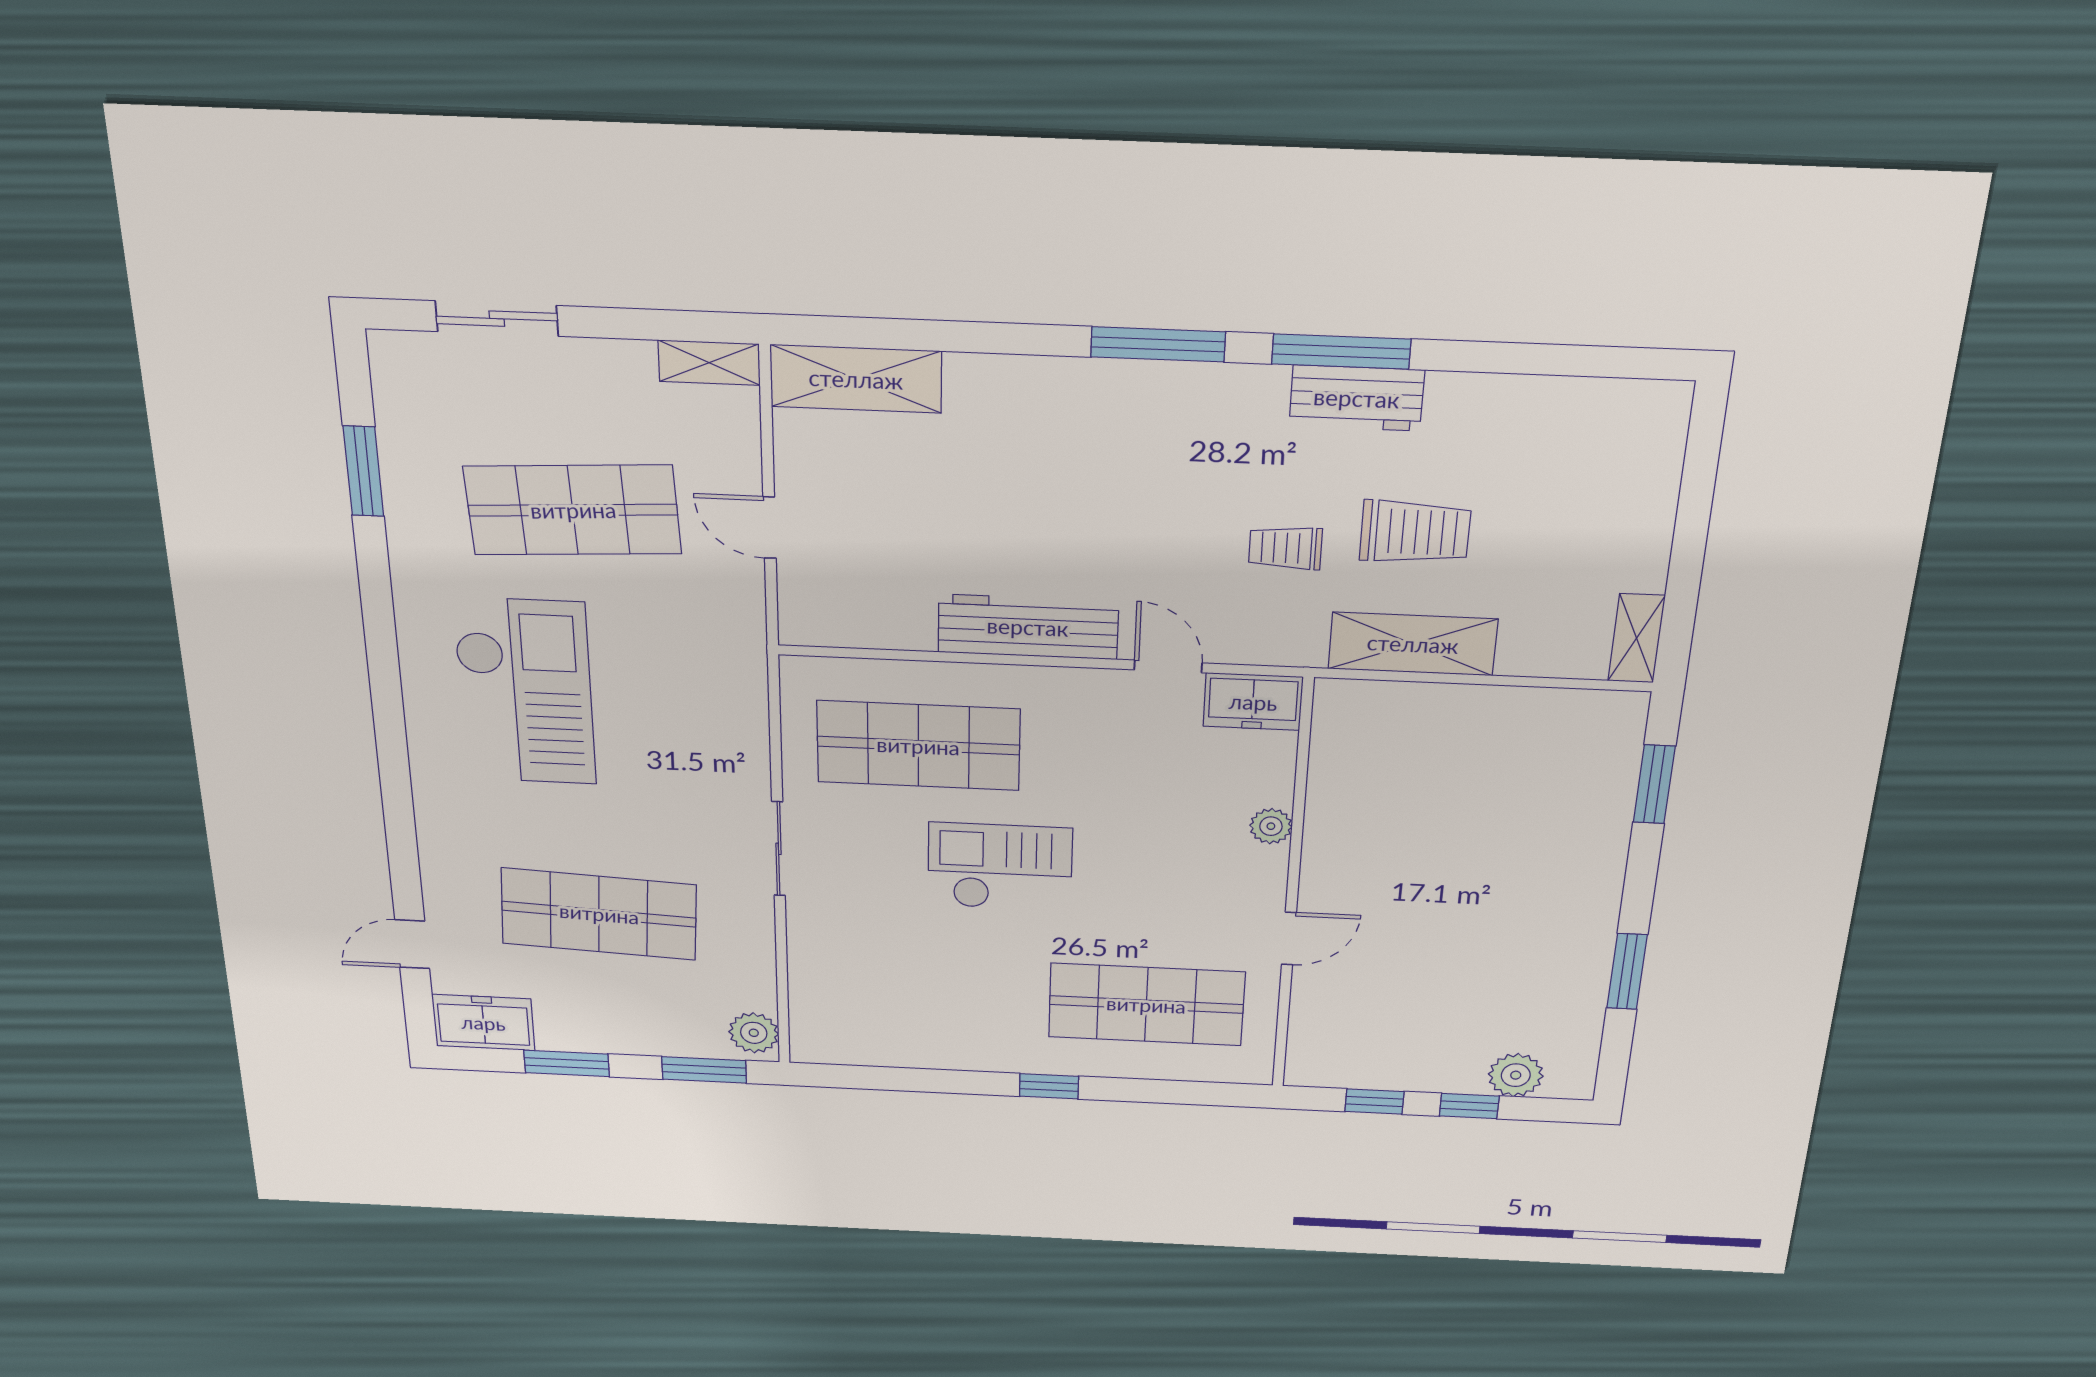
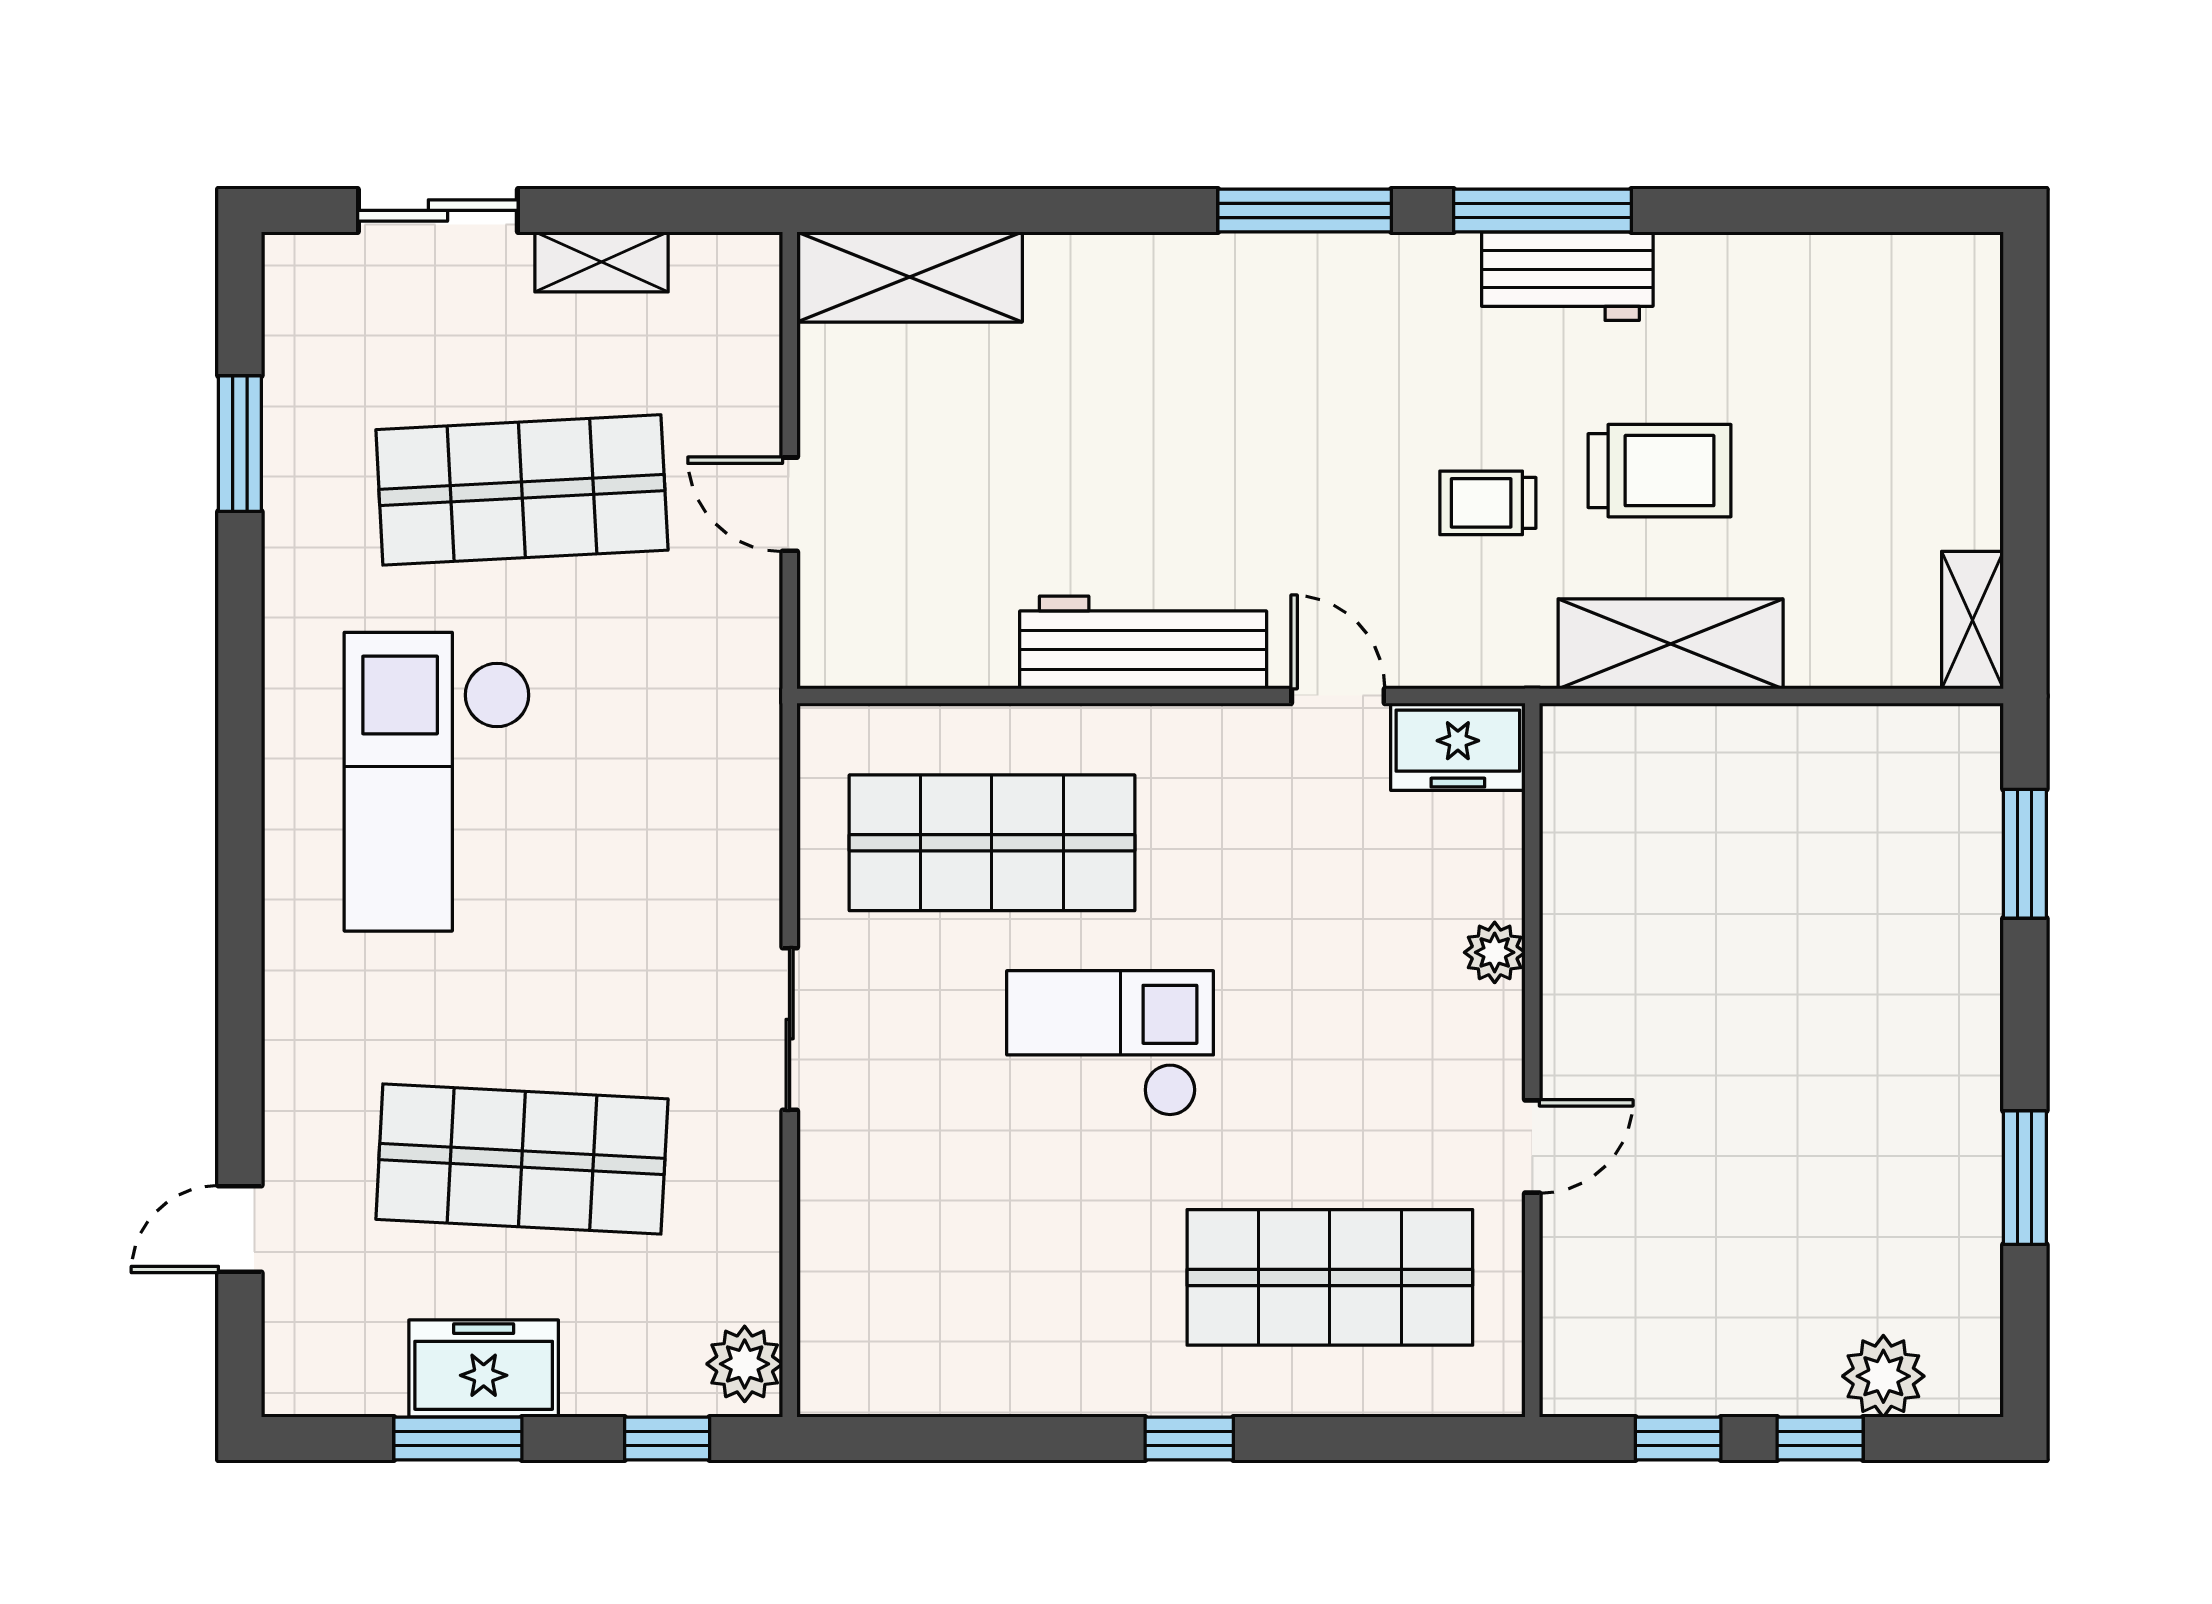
shelving: (709, 363) -> (601, 262), moved
checkout: (525, 692) -> (437, 782), turned 180
freezer: (483, 1023) -> (484, 1368), moved
window: (704, 1070) -> (667, 1439), width x0.67

